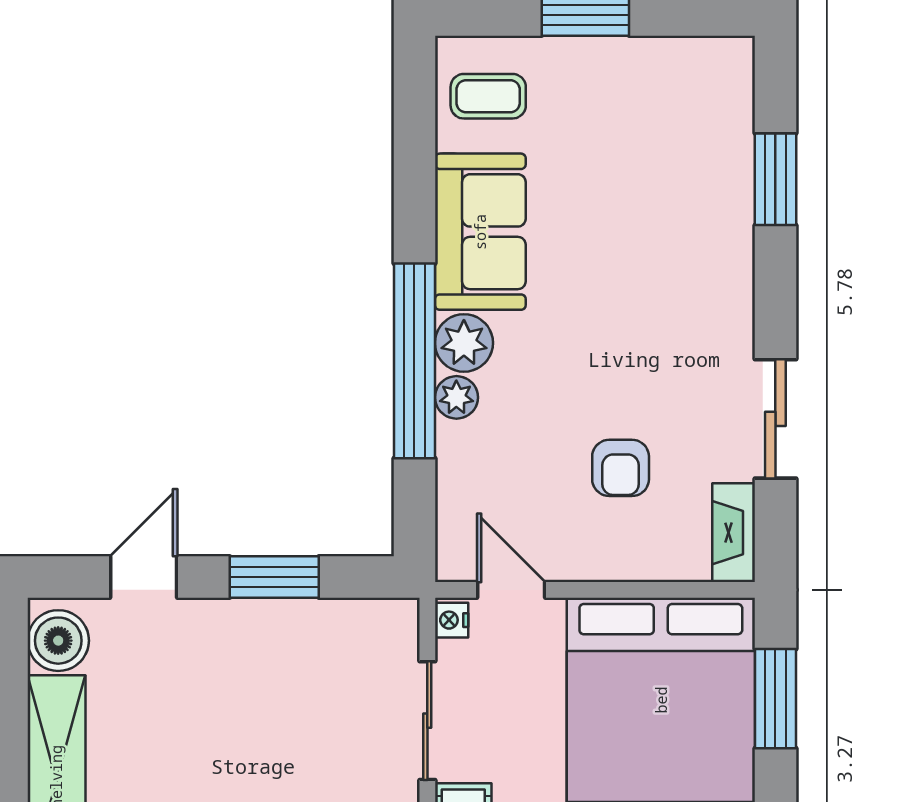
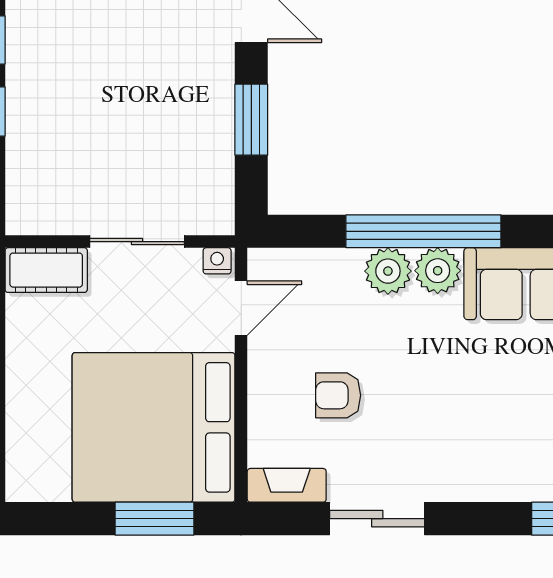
plant: (456, 397) -> (388, 271), width x1.38, depth x1.38

